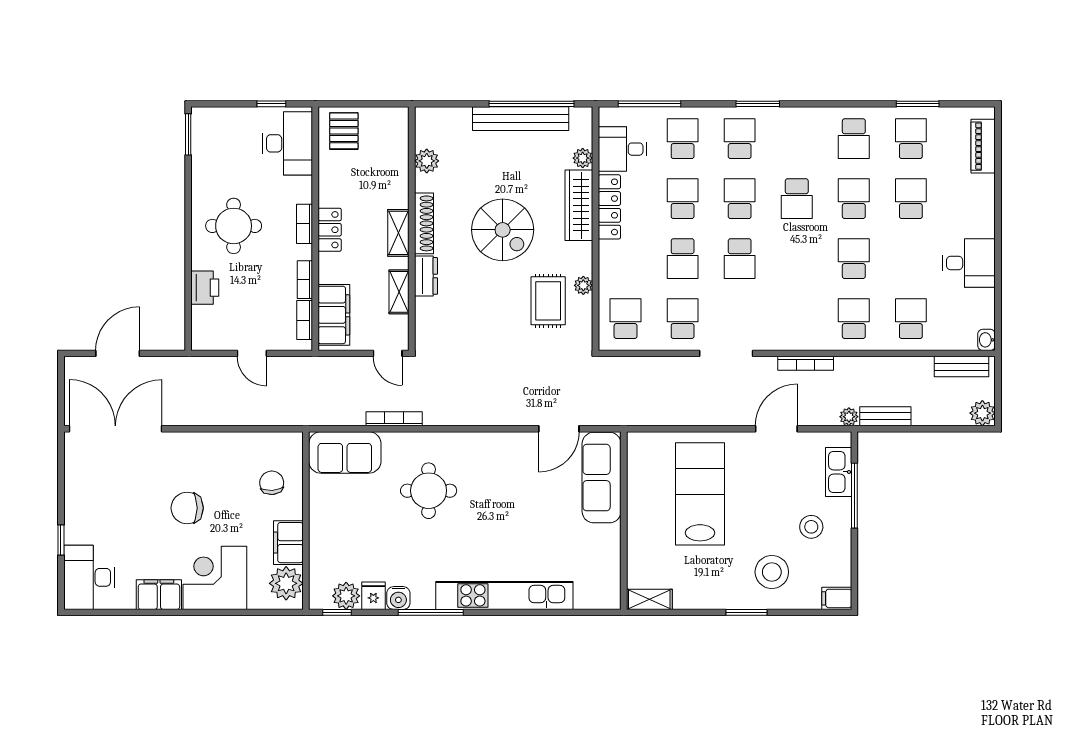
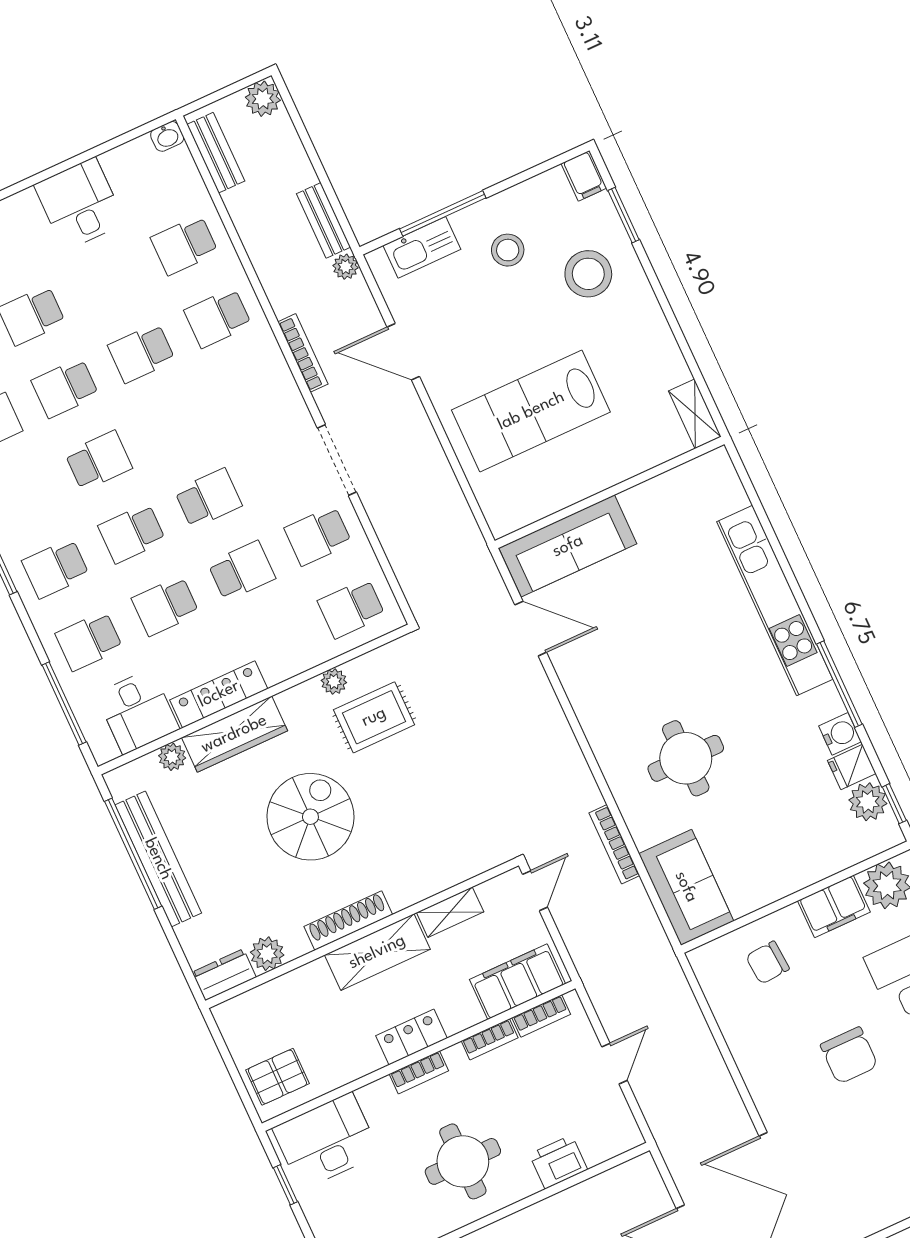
shelving: (398, 233) -> (377, 952), width x1.50, depth x1.33
dresser: (426, 276) -> (224, 975), moved
window: (746, 612) -> (624, 215), moved

